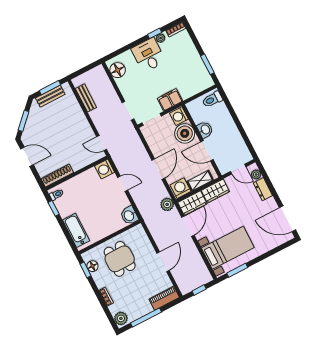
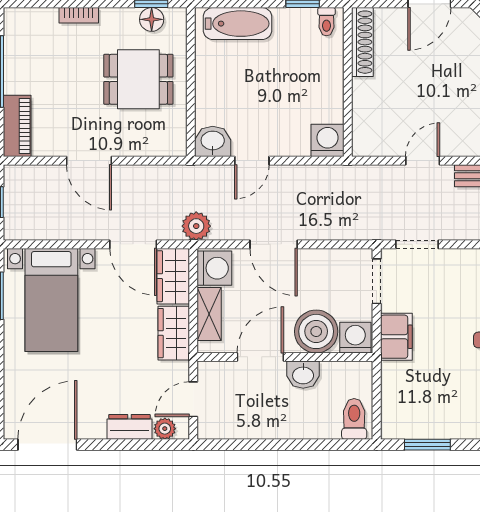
door: (102, 143) -> (423, 161), moved
door: (123, 184) -> (252, 161), moved
plant: (121, 318) -> (22, 22), removed

